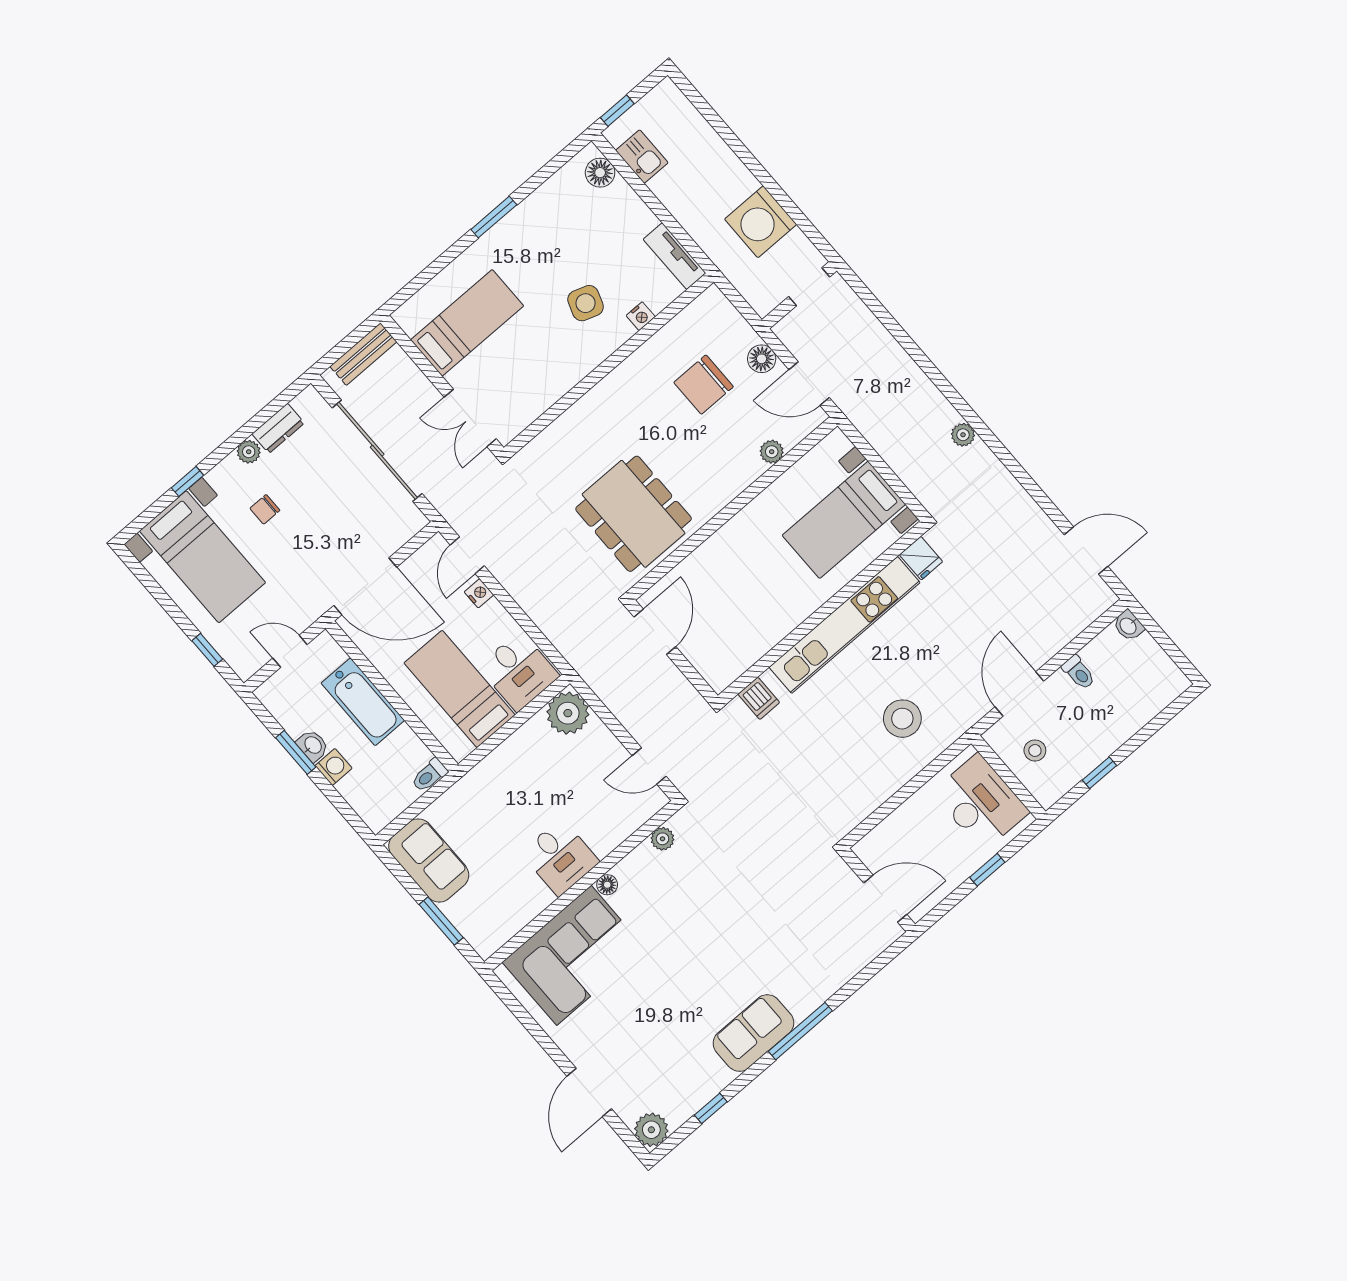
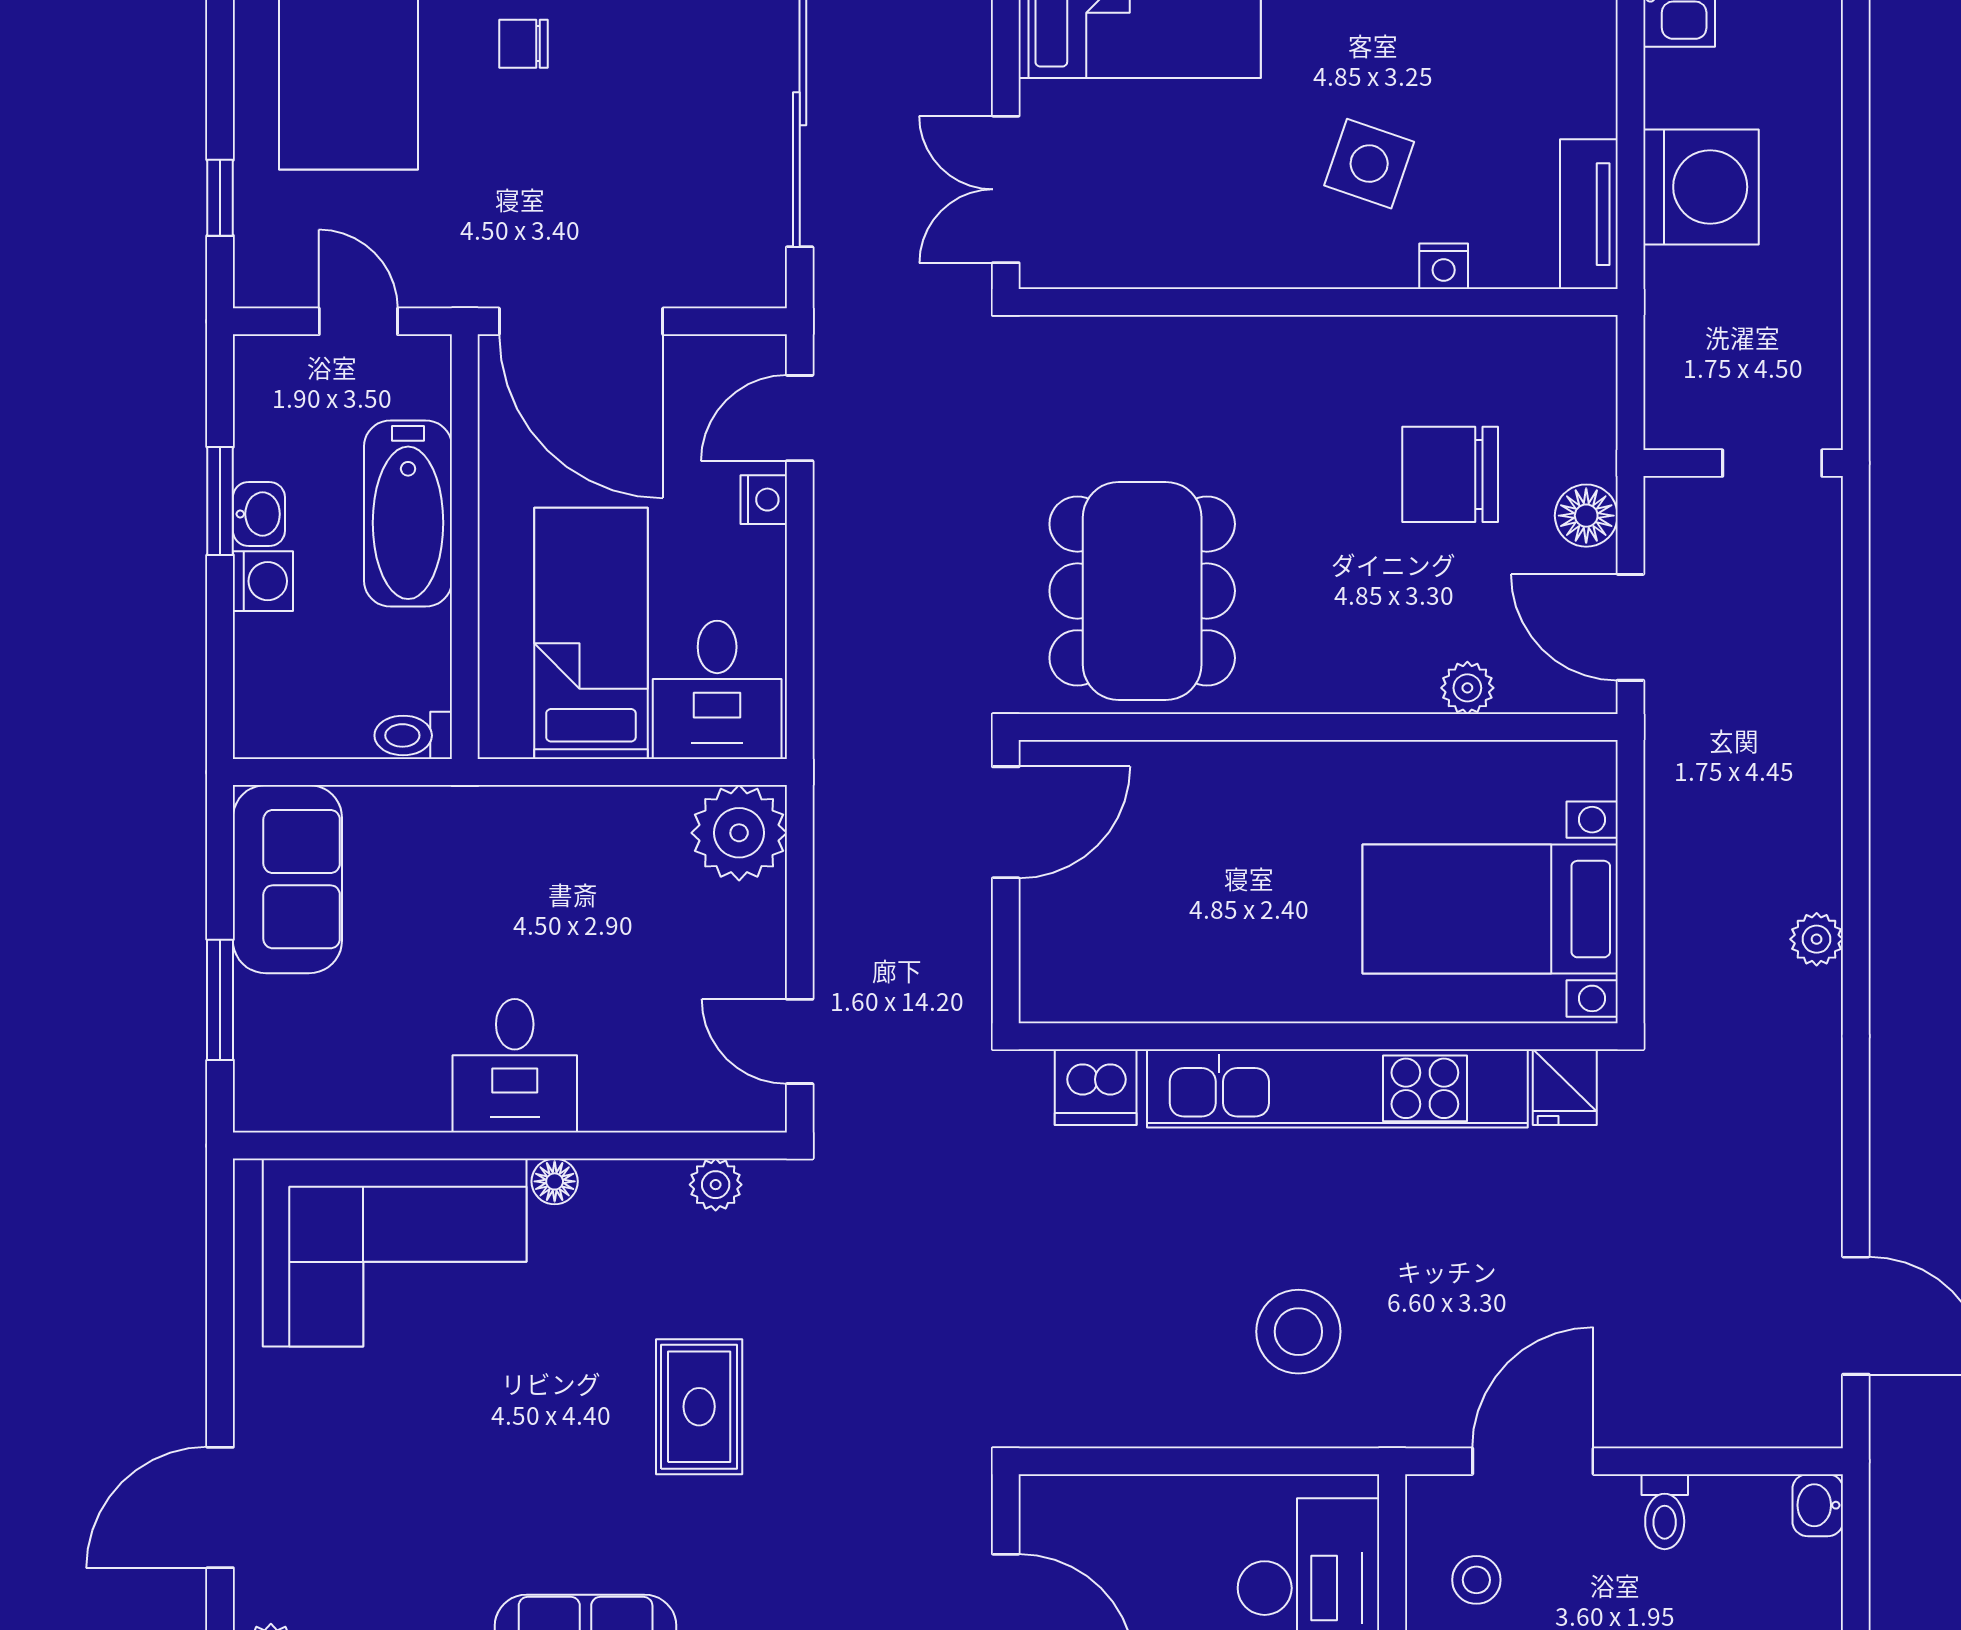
washing machine: (761, 222) -> (1701, 187), moved, turned 180
dishwasher: (759, 698) -> (1096, 1087), width x1.38
rug: (722, 919) -> (699, 1407), added

